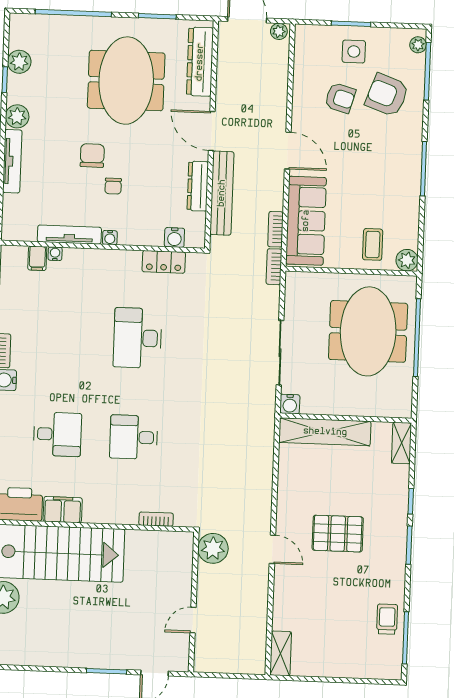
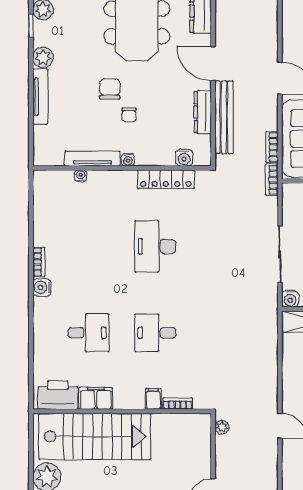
filing cabinet: (37, 258) -> (153, 399), moved, turned 180
locker: (164, 262) -> (166, 179), width x1.53
plant: (213, 548) -> (222, 427), width x0.53, depth x0.53

